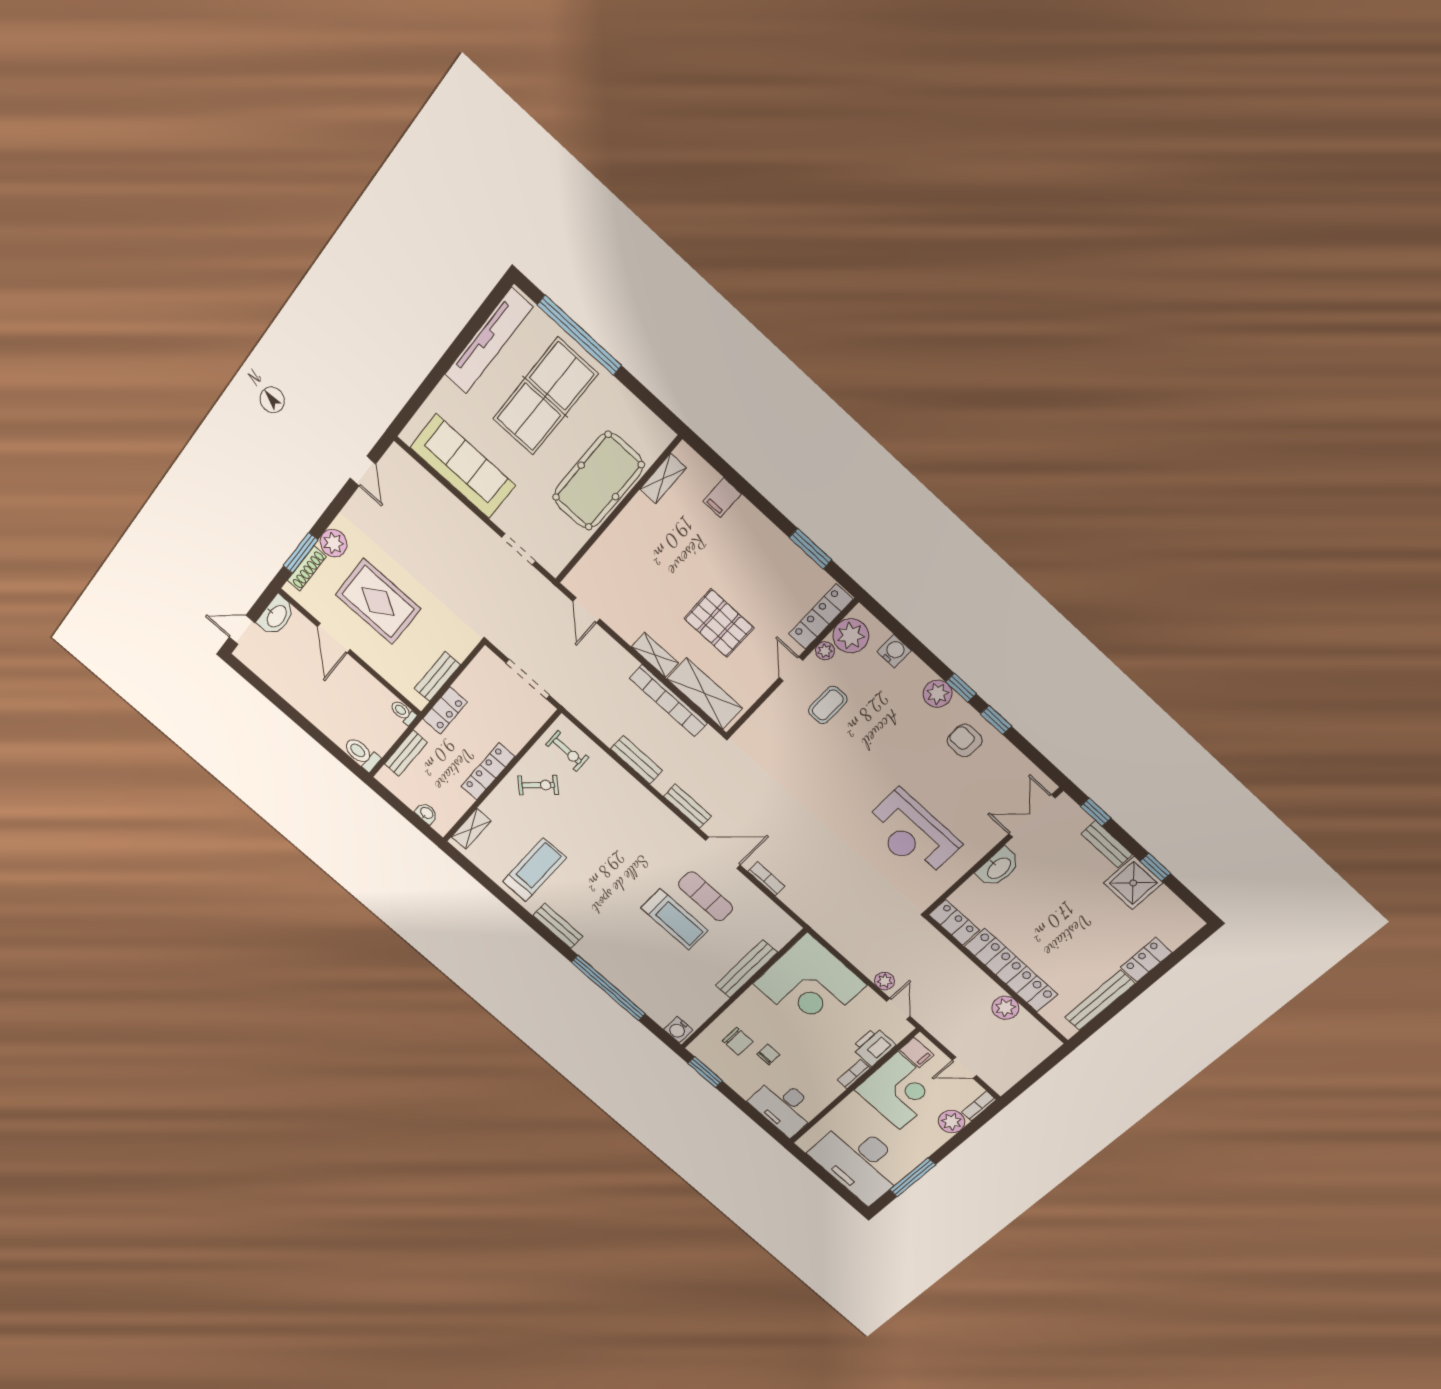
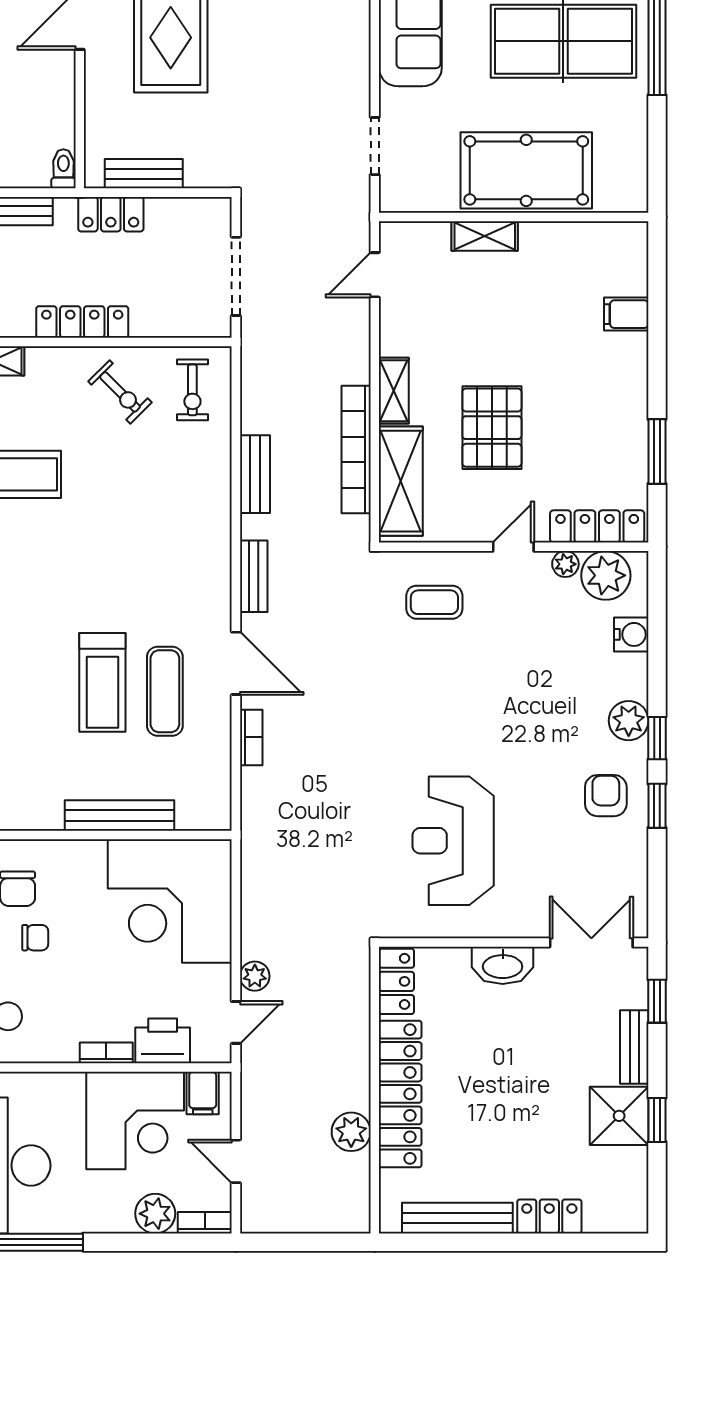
shelving: (663, 479) -> (485, 236), moved
coffee table: (828, 705) -> (434, 602), moved

